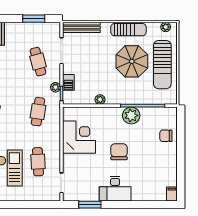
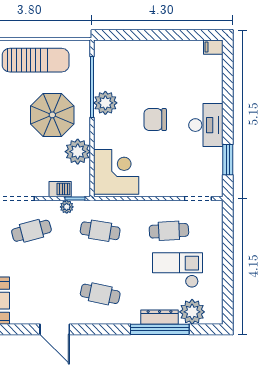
parasol: (132, 61) -> (52, 115), moved
plant: (100, 100) -> (78, 152), width x1.87, depth x1.87
chair: (166, 136) -> (133, 55), removed
corner desk: (79, 137) -> (116, 172), moved, turned 90

